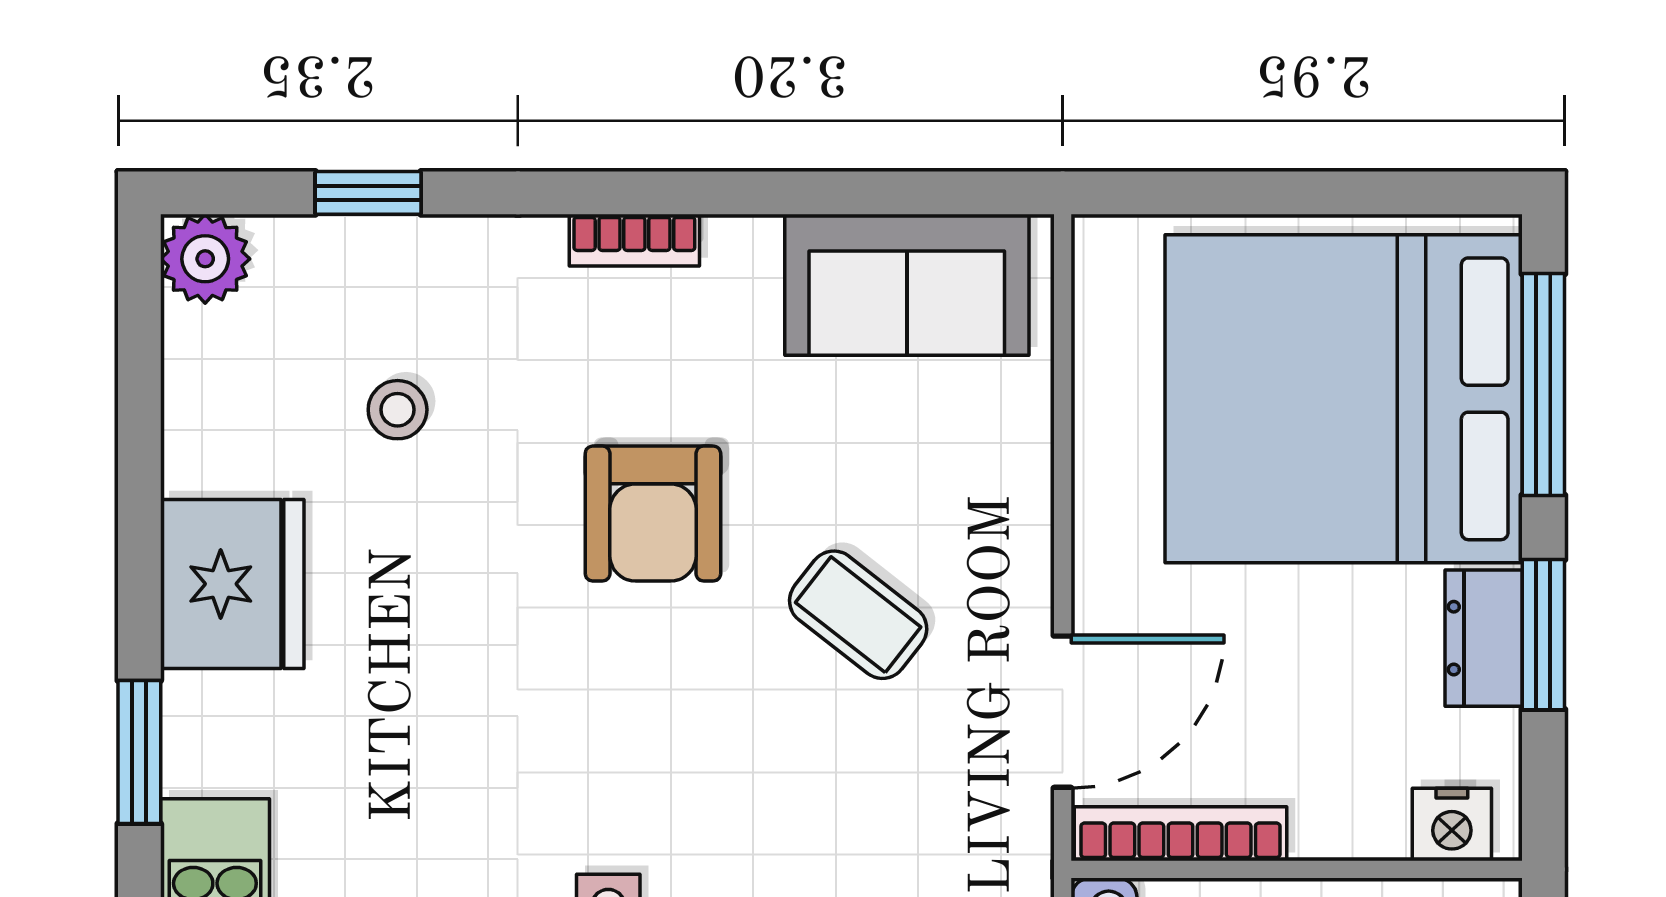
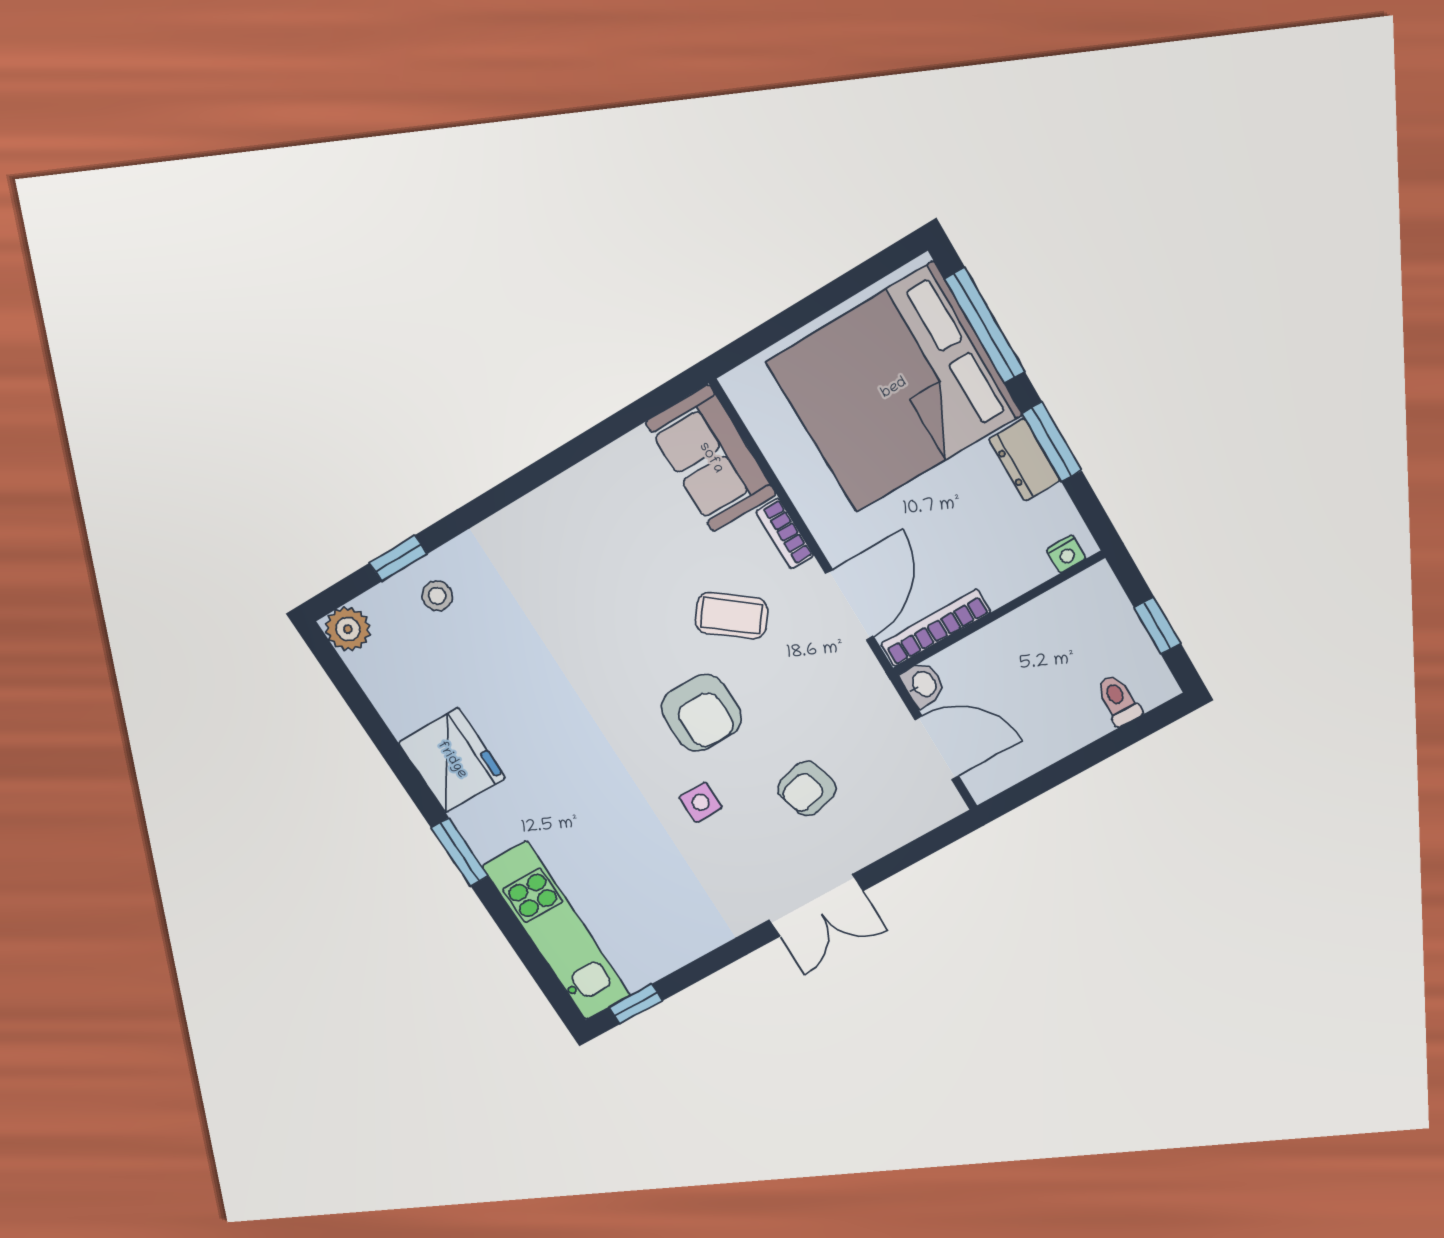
bookcase: (634, 240) -> (785, 534), moved, turned 90
sofa: (907, 285) -> (711, 458), moved, turned 90
stool: (398, 410) -> (437, 596), moved
armchair: (653, 514) -> (701, 713), moved
nightstand: (1452, 824) -> (1066, 554), width x0.72, depth x0.74

